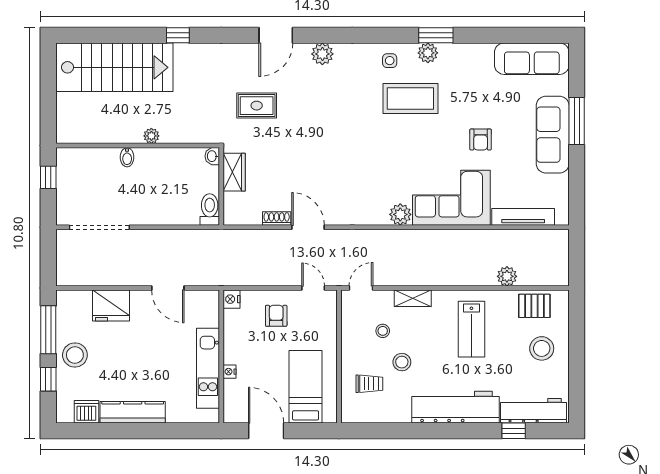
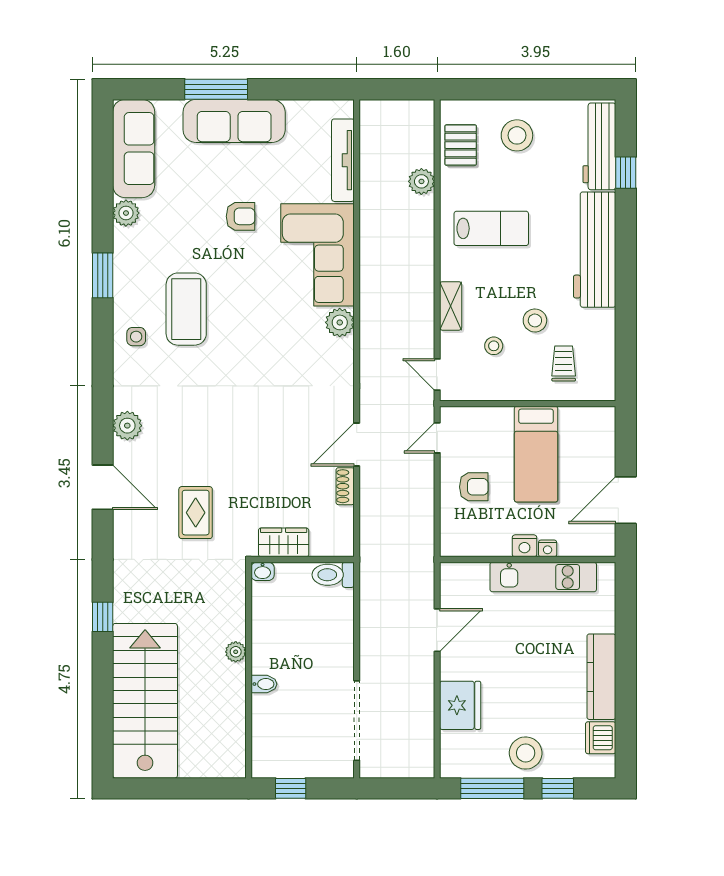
plant: (428, 53) -> (126, 213), moved
nightstand: (231, 299) -> (524, 546), moved
armchair: (276, 316) -> (474, 487), turned 180
bed: (306, 387) -> (536, 454), moved, turned -90

